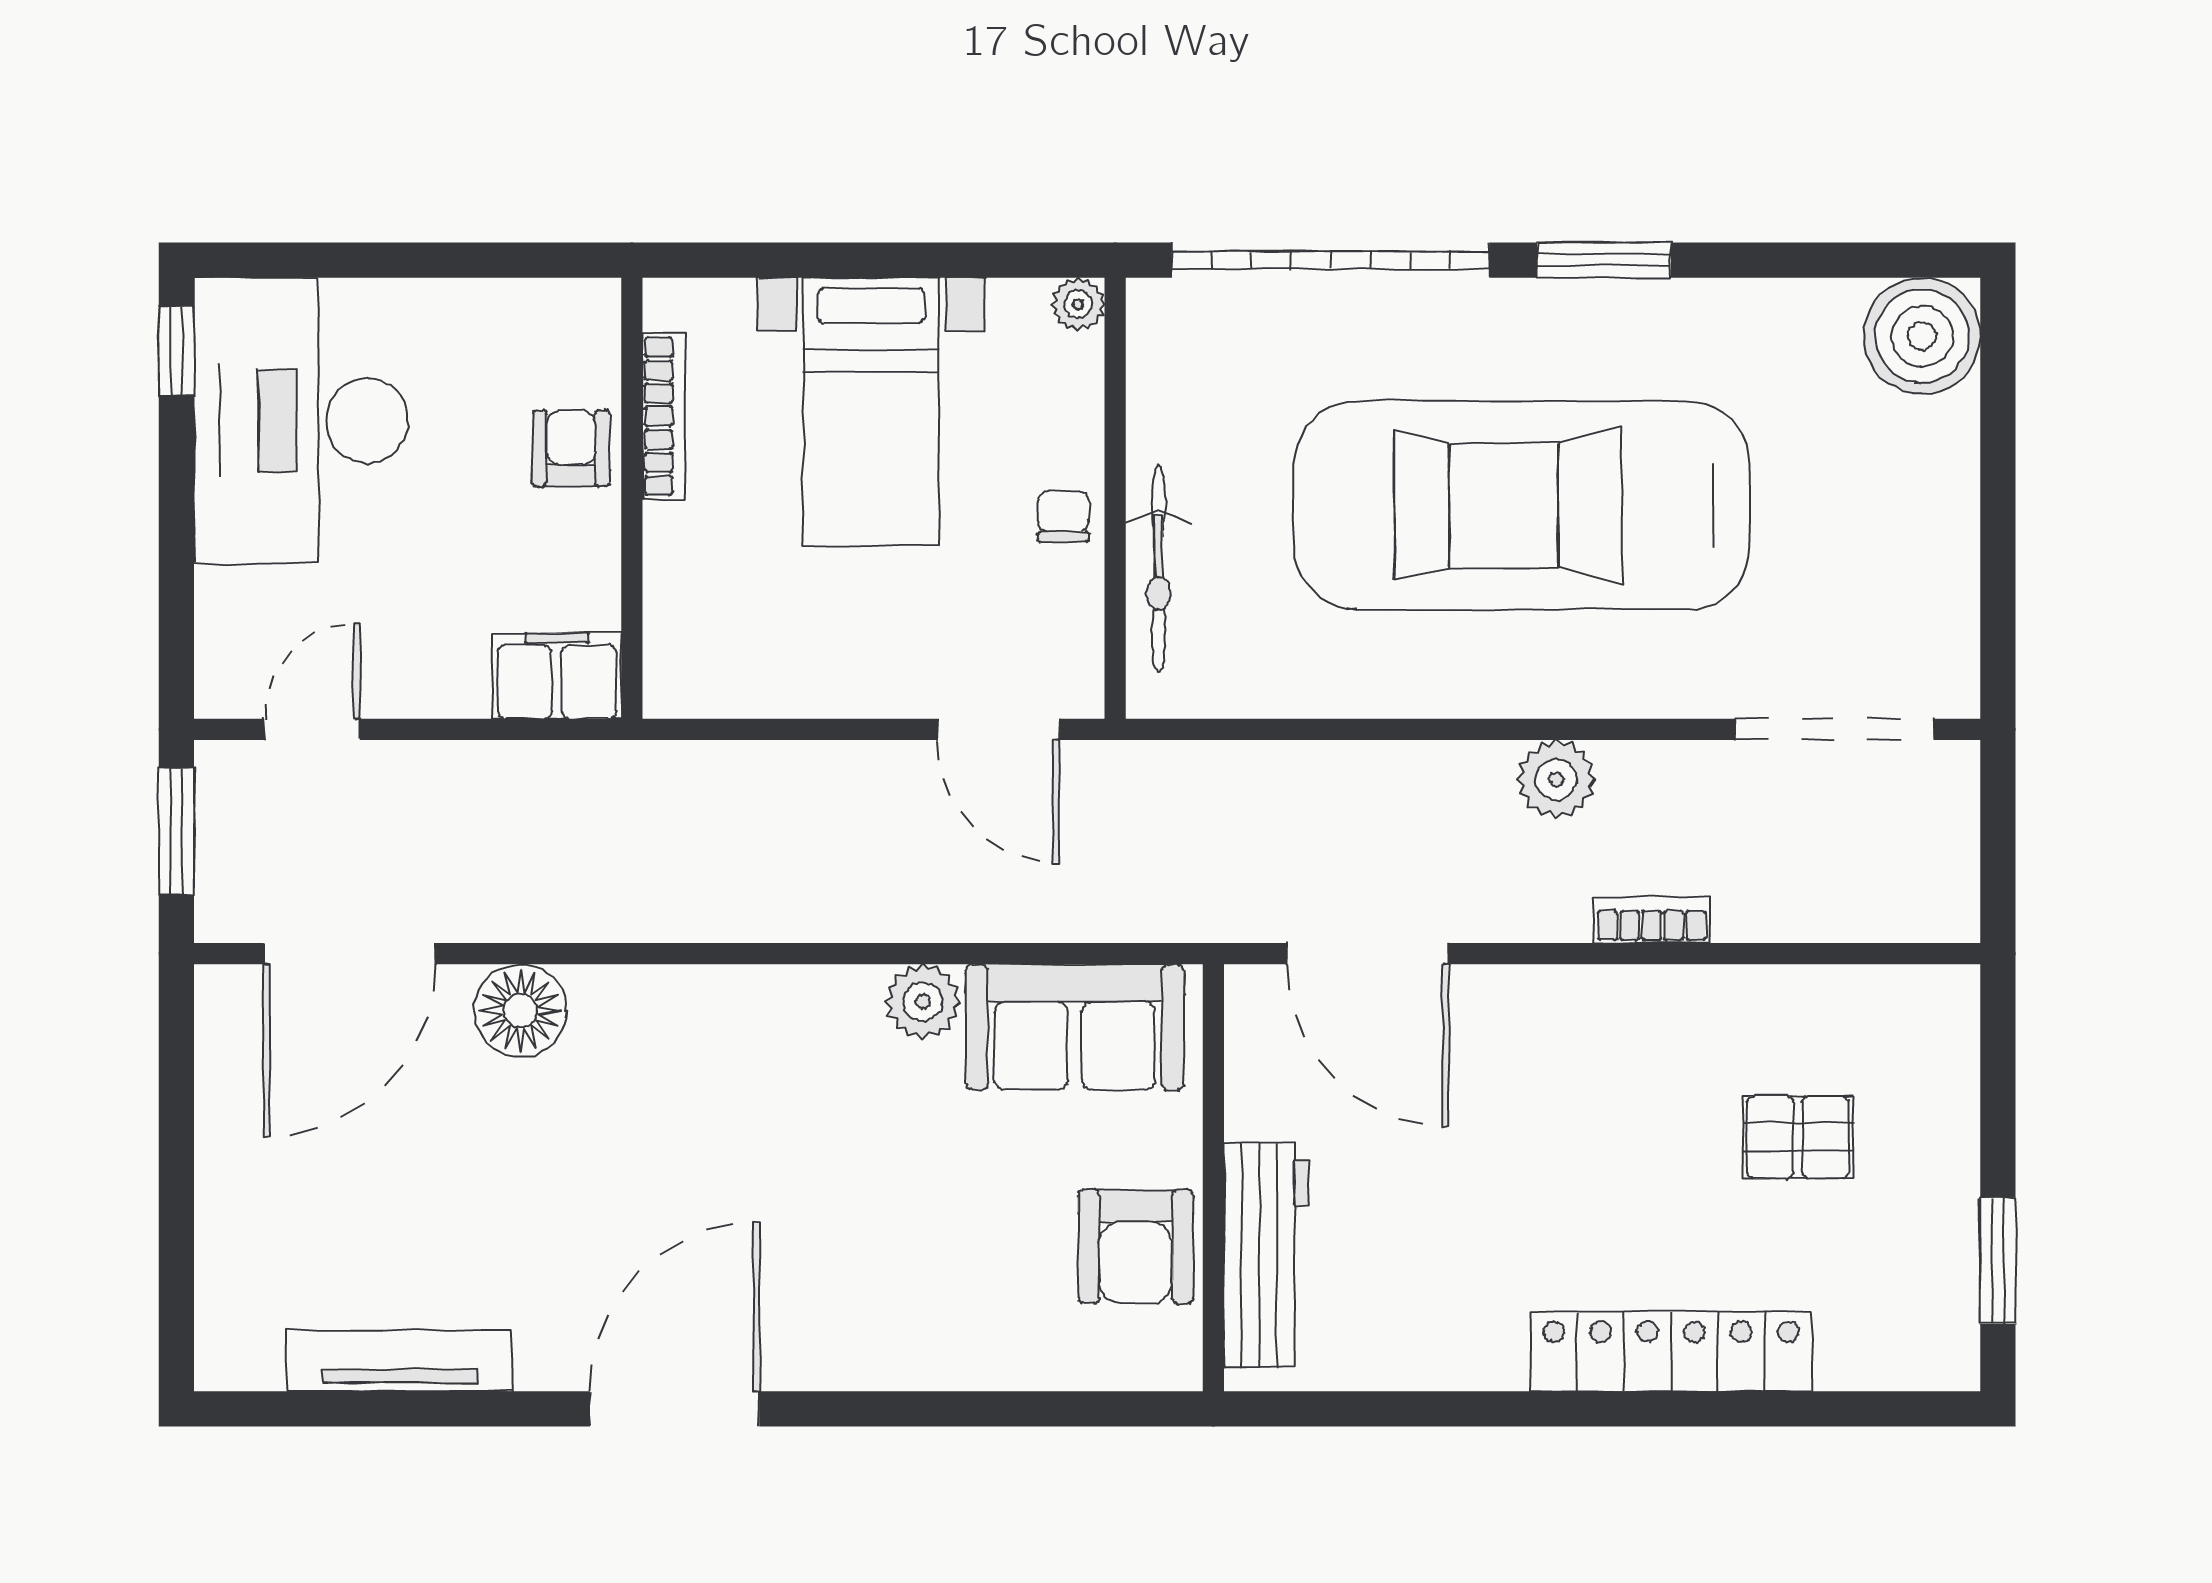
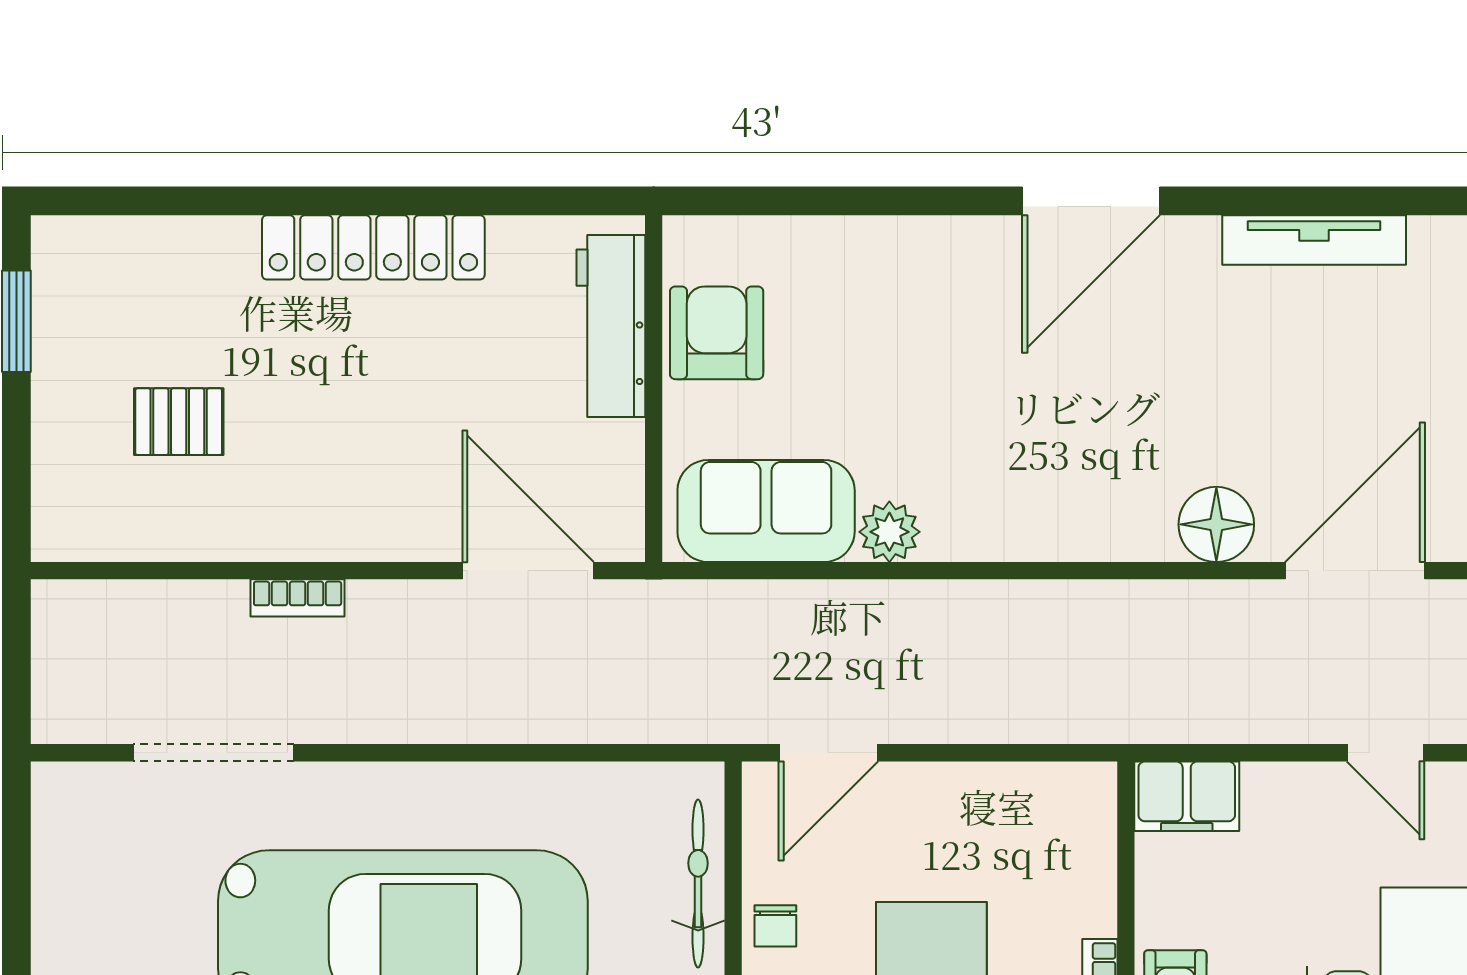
door: (312, 729) -> (1386, 753), hinge flipped
door: (998, 729) -> (828, 753), swing flipped
doorway: (1834, 729) -> (214, 753), moved
plant: (1556, 779) -> (375, 712), removed
locker: (1671, 1352) -> (373, 247), moved

